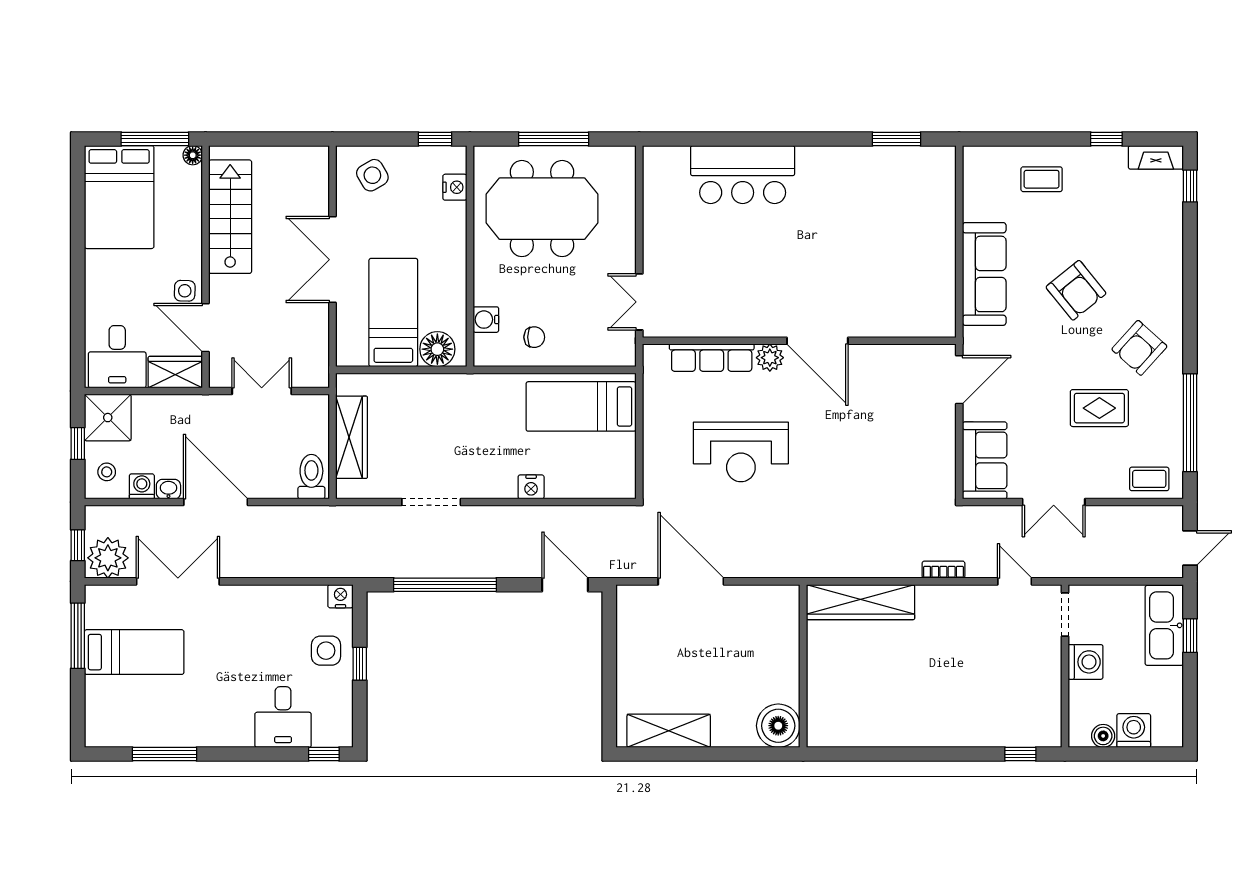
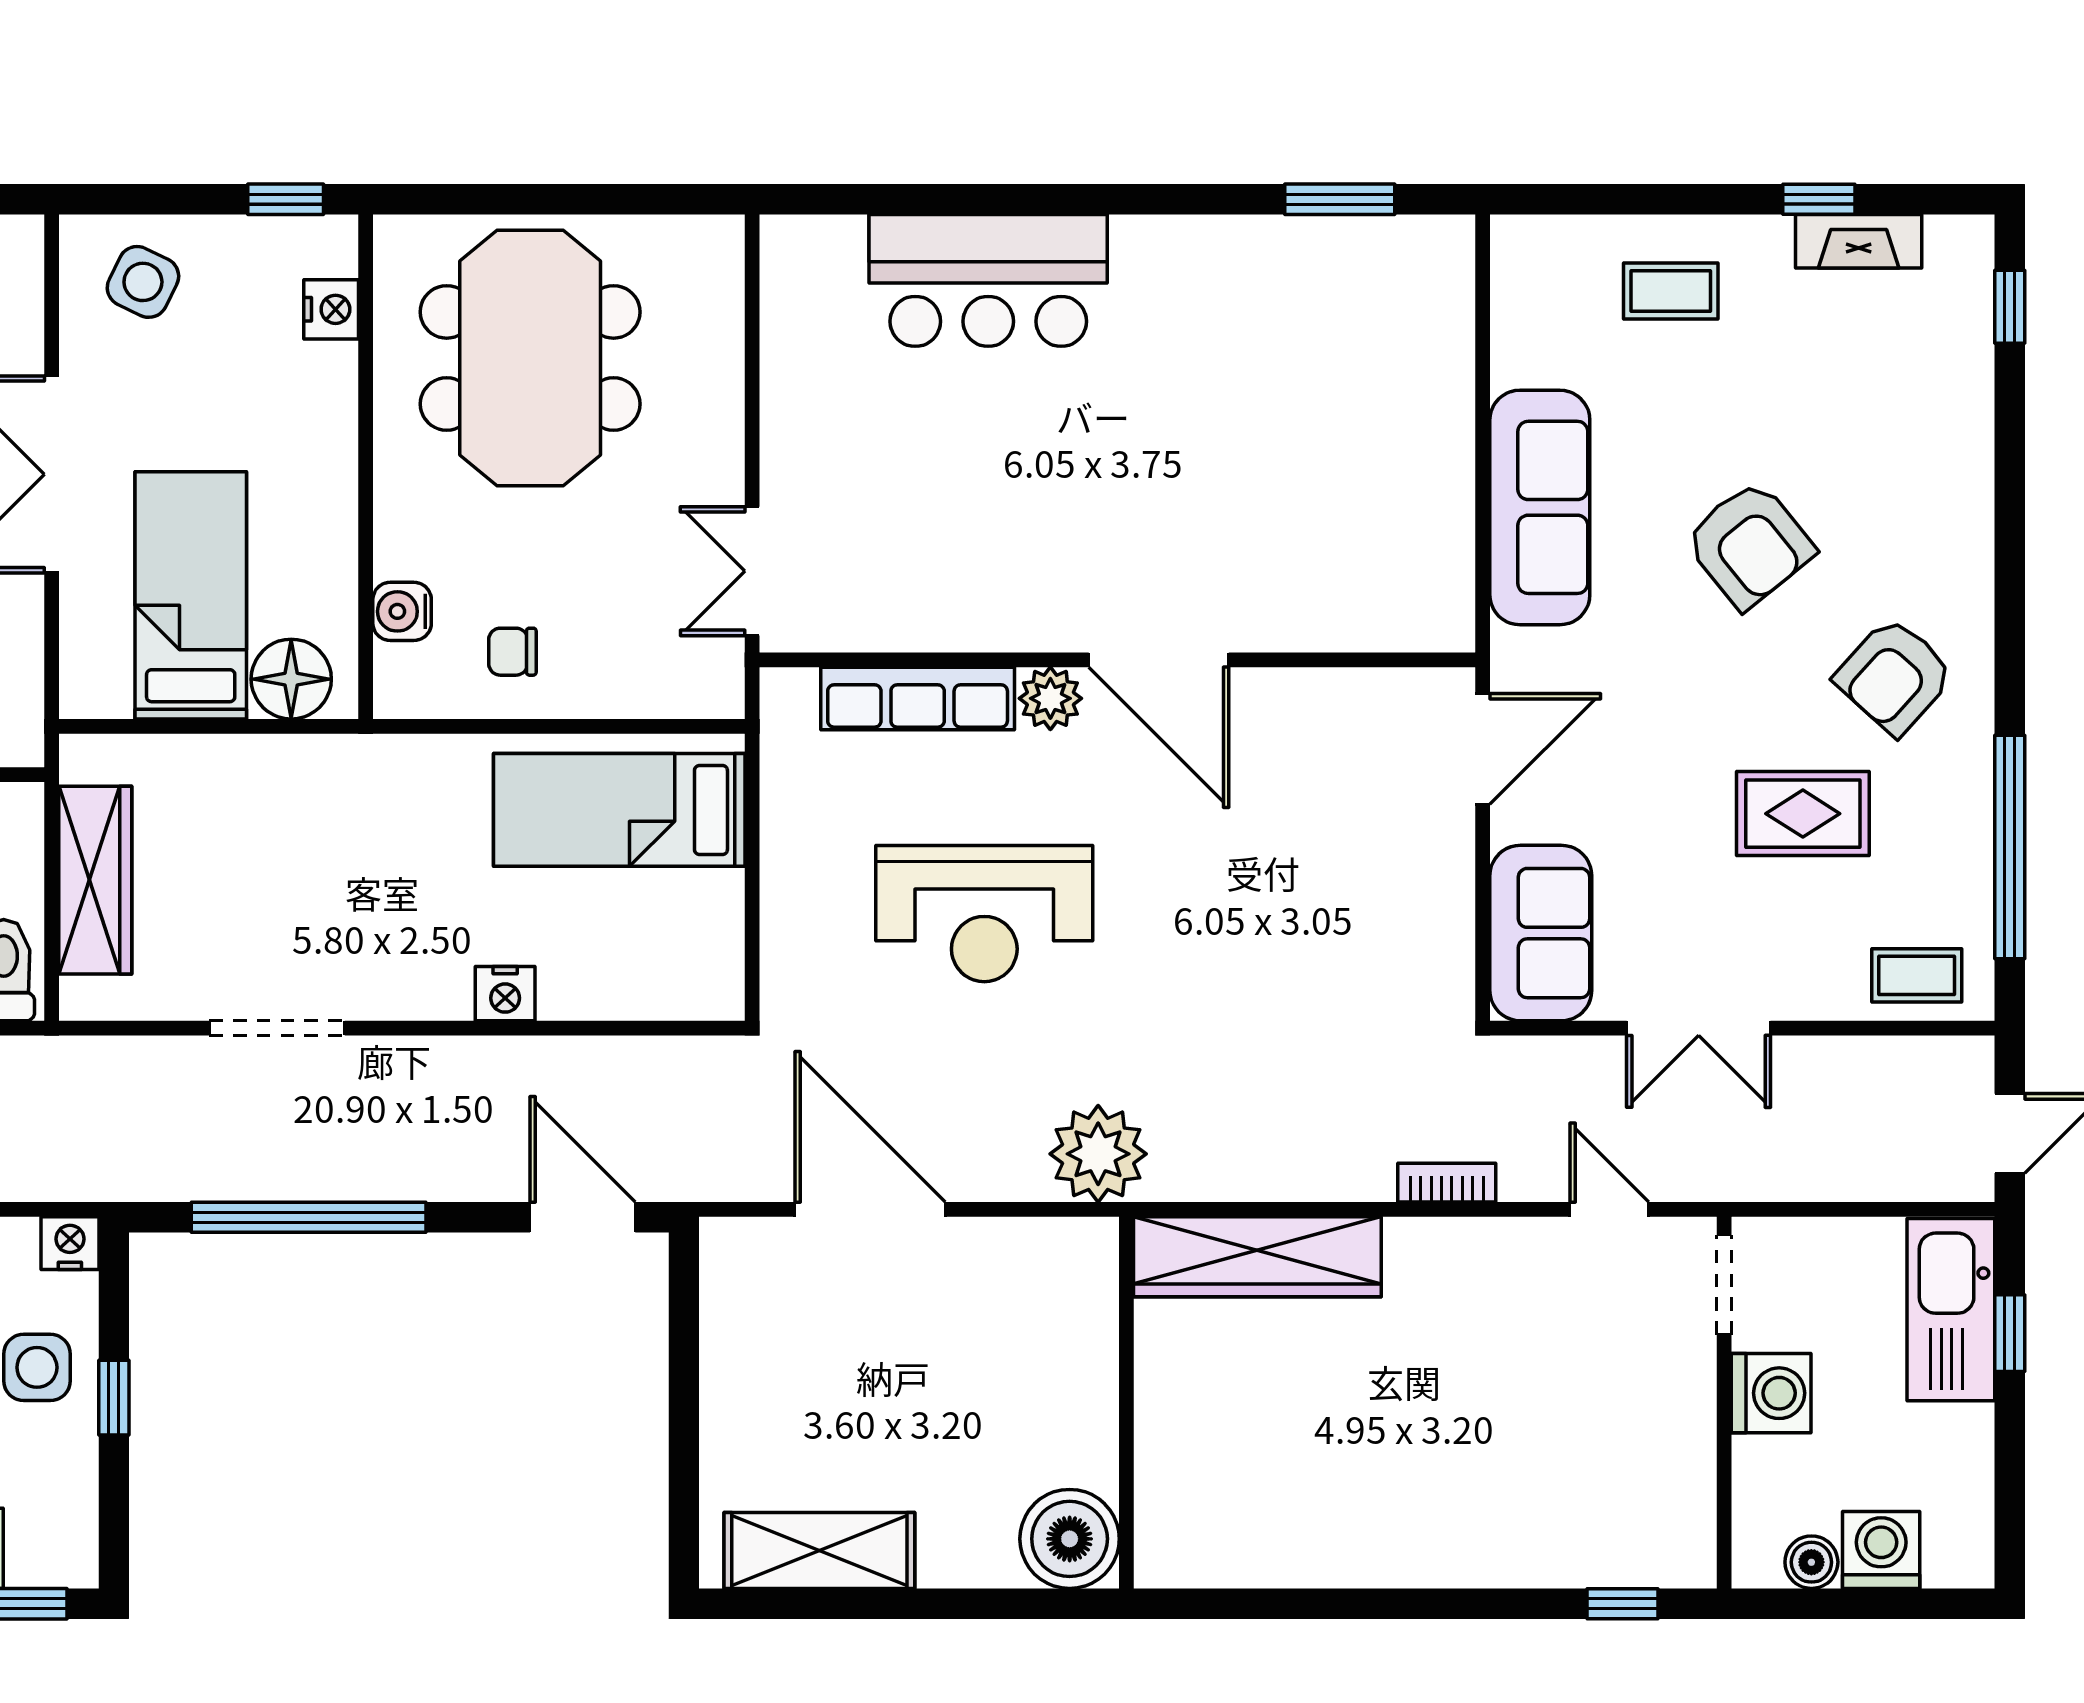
window: (554, 139) -> (557, 199), removed
fireplace: (1156, 157) -> (1859, 241), moved
side table: (372, 175) -> (143, 282), turned -34
meeting table: (542, 209) -> (530, 358), turned 90
chair: (534, 337) -> (512, 652), turned 180
plant: (791, 557) -> (1098, 1154), added

